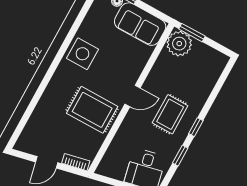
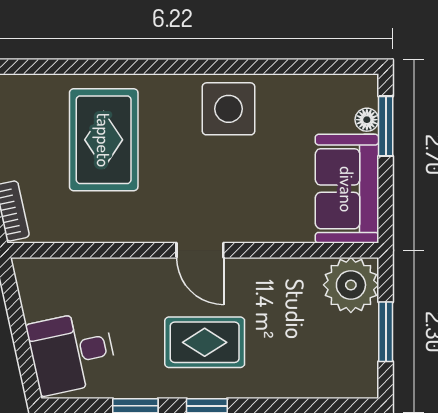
window: (192, 33) -> (386, 332), moved
rug: (92, 110) -> (104, 140), moved

